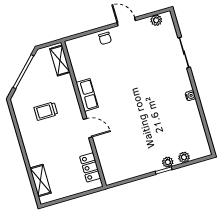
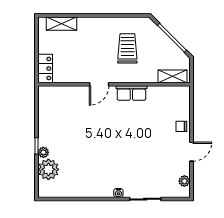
water cooler: (190, 96) -> (118, 193), moved
trolley: (46, 111) -> (127, 48), width x1.36, depth x1.39
plant: (184, 157) -> (48, 169), width x1.88, depth x1.88
locker: (90, 167) -> (45, 68), moved, turned 90

